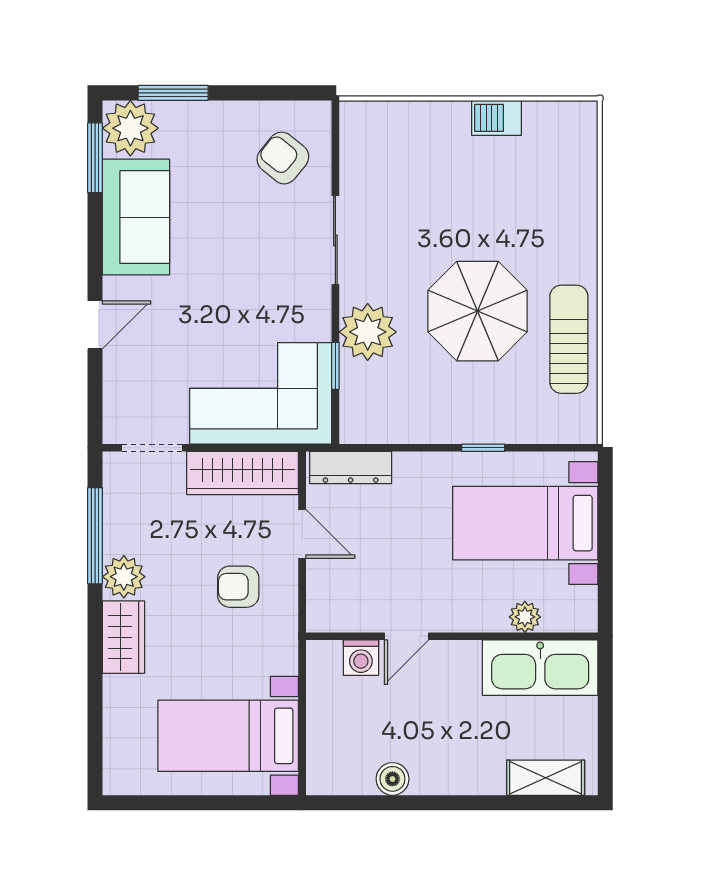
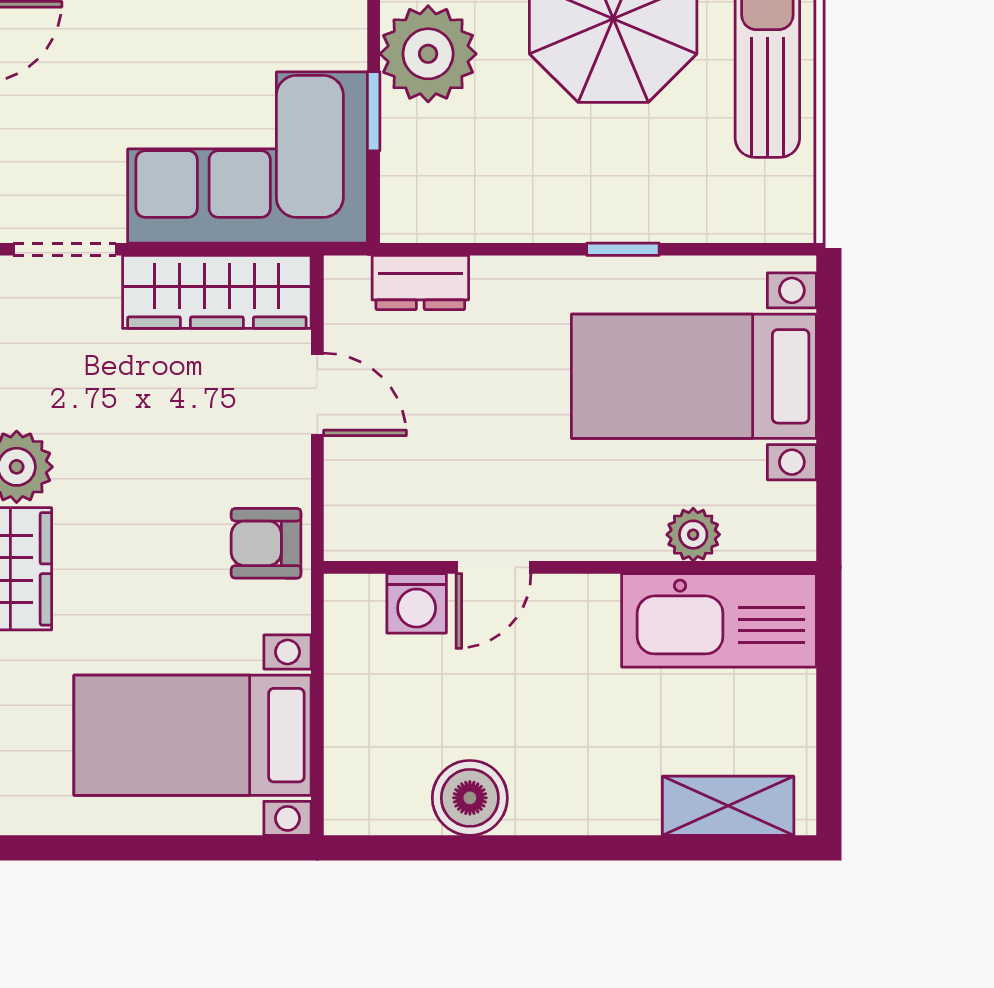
dresser: (351, 468) -> (420, 283), width x0.70
armchair: (238, 587) -> (266, 543), moved
boiler: (392, 779) -> (470, 798), width x1.36, depth x1.36

